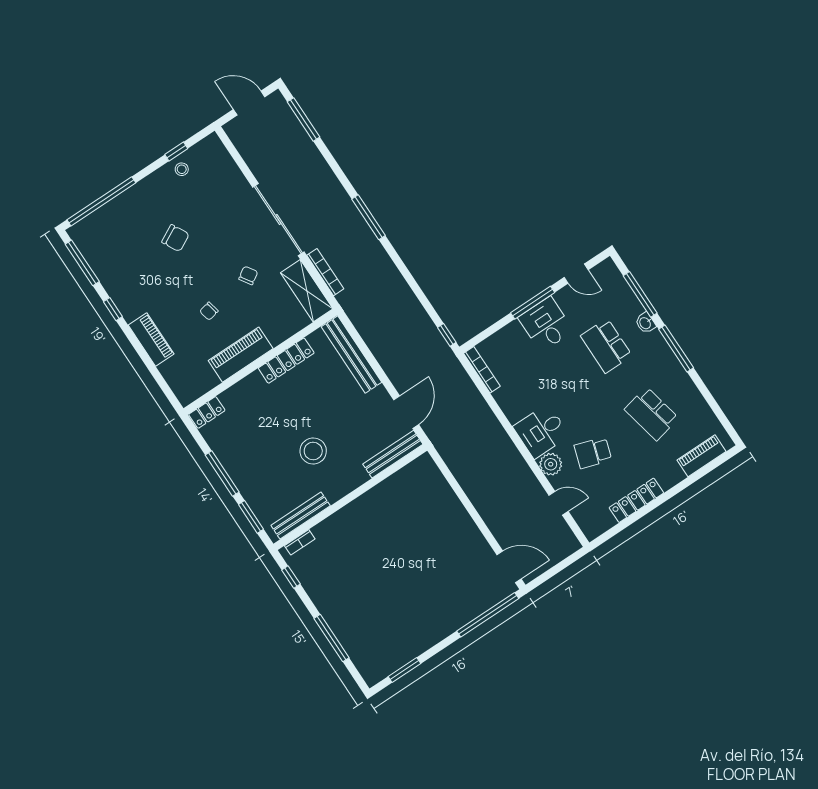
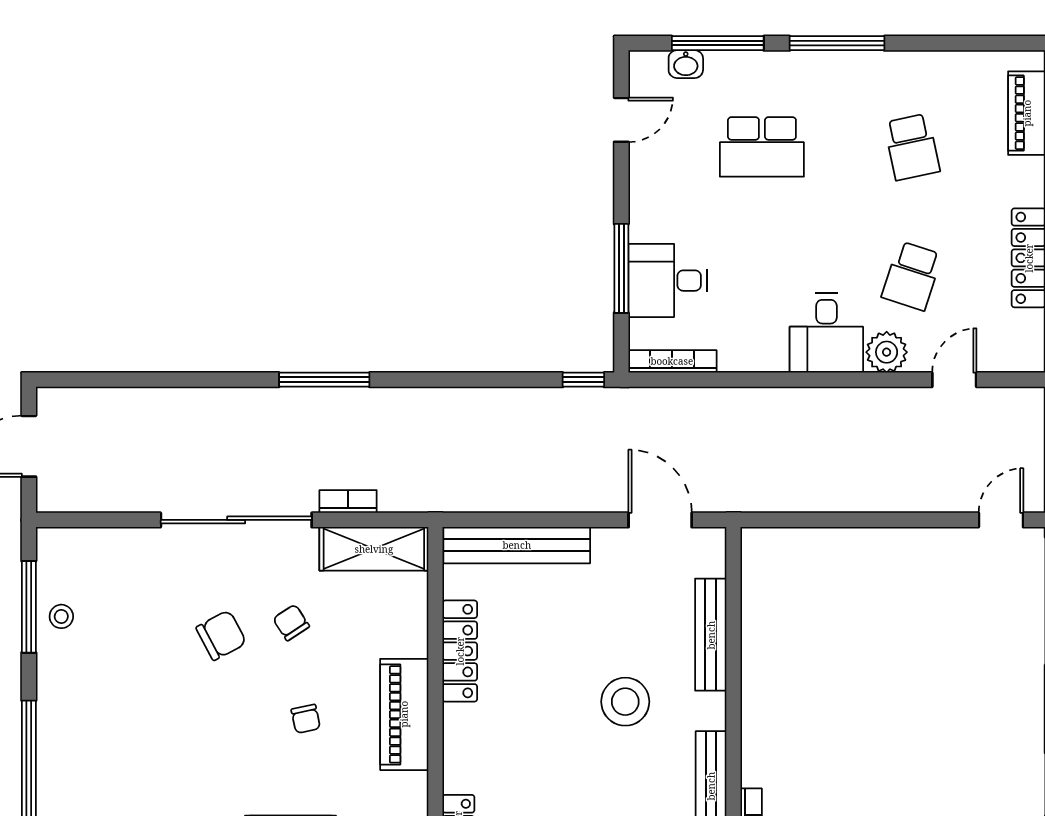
window: (304, 119) -> (109, 380), removed
window: (176, 152) -> (29, 607), width x2.17
chair: (175, 238) -> (221, 635), moved
bookcase: (325, 272) -> (348, 501), width x0.64
window: (533, 303) -> (621, 268), moved
washbasin: (645, 323) -> (686, 64), moved
desk: (546, 324) -> (668, 281), moved
school desk: (652, 414) -> (912, 147), width x0.54
bench: (393, 454) -> (711, 635), moved
door: (509, 567) -> (1001, 520), width x0.73

